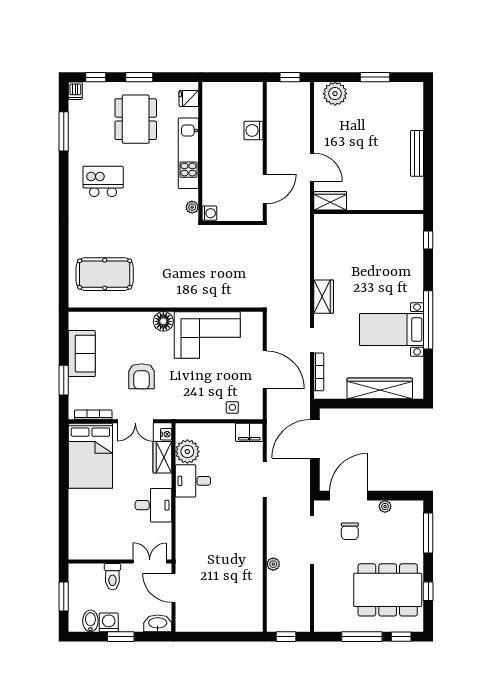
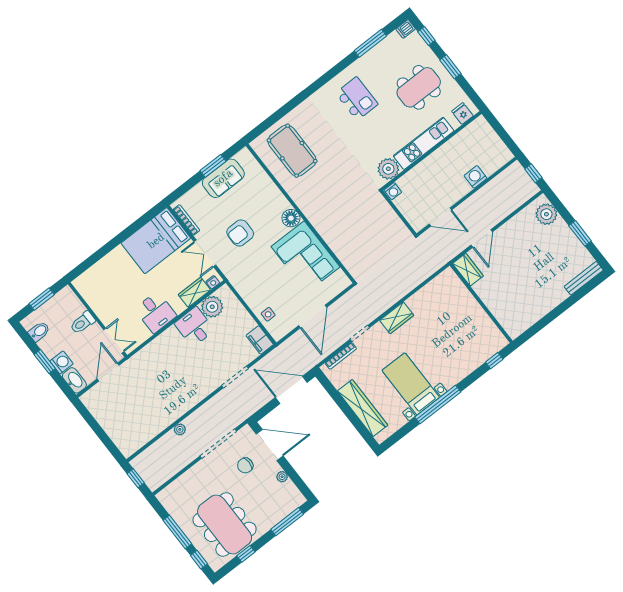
bench: (417, 153) -> (584, 278), moved
plant: (192, 207) -> (388, 169), width x1.87, depth x1.87
window: (64, 380) -> (213, 166), moved
washing machine: (109, 622) -> (62, 362), moved

